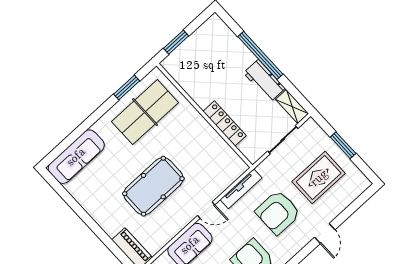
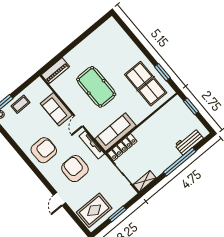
workbench: (264, 81) -> (189, 142), moved
locker: (225, 123) -> (122, 147), moved
sofa: (76, 157) -> (115, 132), moved, turned 90
rug: (319, 178) -> (94, 210), moved, turned 90
door: (325, 233) -> (60, 199), hinge flipped

